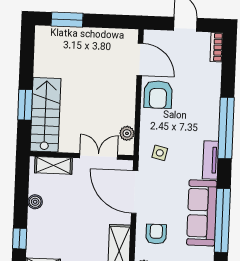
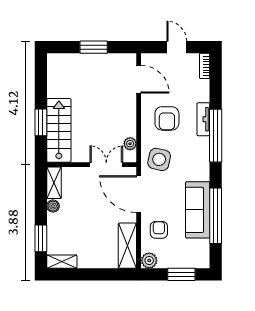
window: (67, 20) -> (94, 47), moved
armchair: (158, 94) -> (167, 118), moved
side table: (160, 153) -> (159, 159), width x1.87, depth x1.87
tv unit: (211, 160) -> (203, 119), moved
shelving: (53, 165) -> (54, 183), moved, turned 90
window: (20, 239) -> (41, 238), width x1.50

